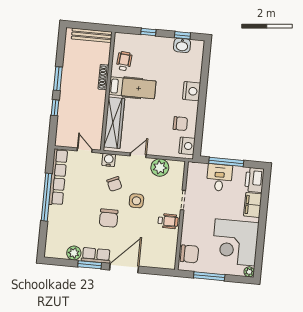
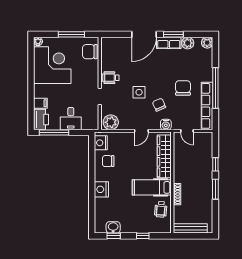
window: (226, 162) -> (54, 132), moved
plant: (160, 167) -> (111, 122), moved
filing cabinet: (253, 205) -> (40, 103), width x0.50
chair: (109, 218) -> (183, 88), moved
plant: (51, 251) -> (207, 43), added

